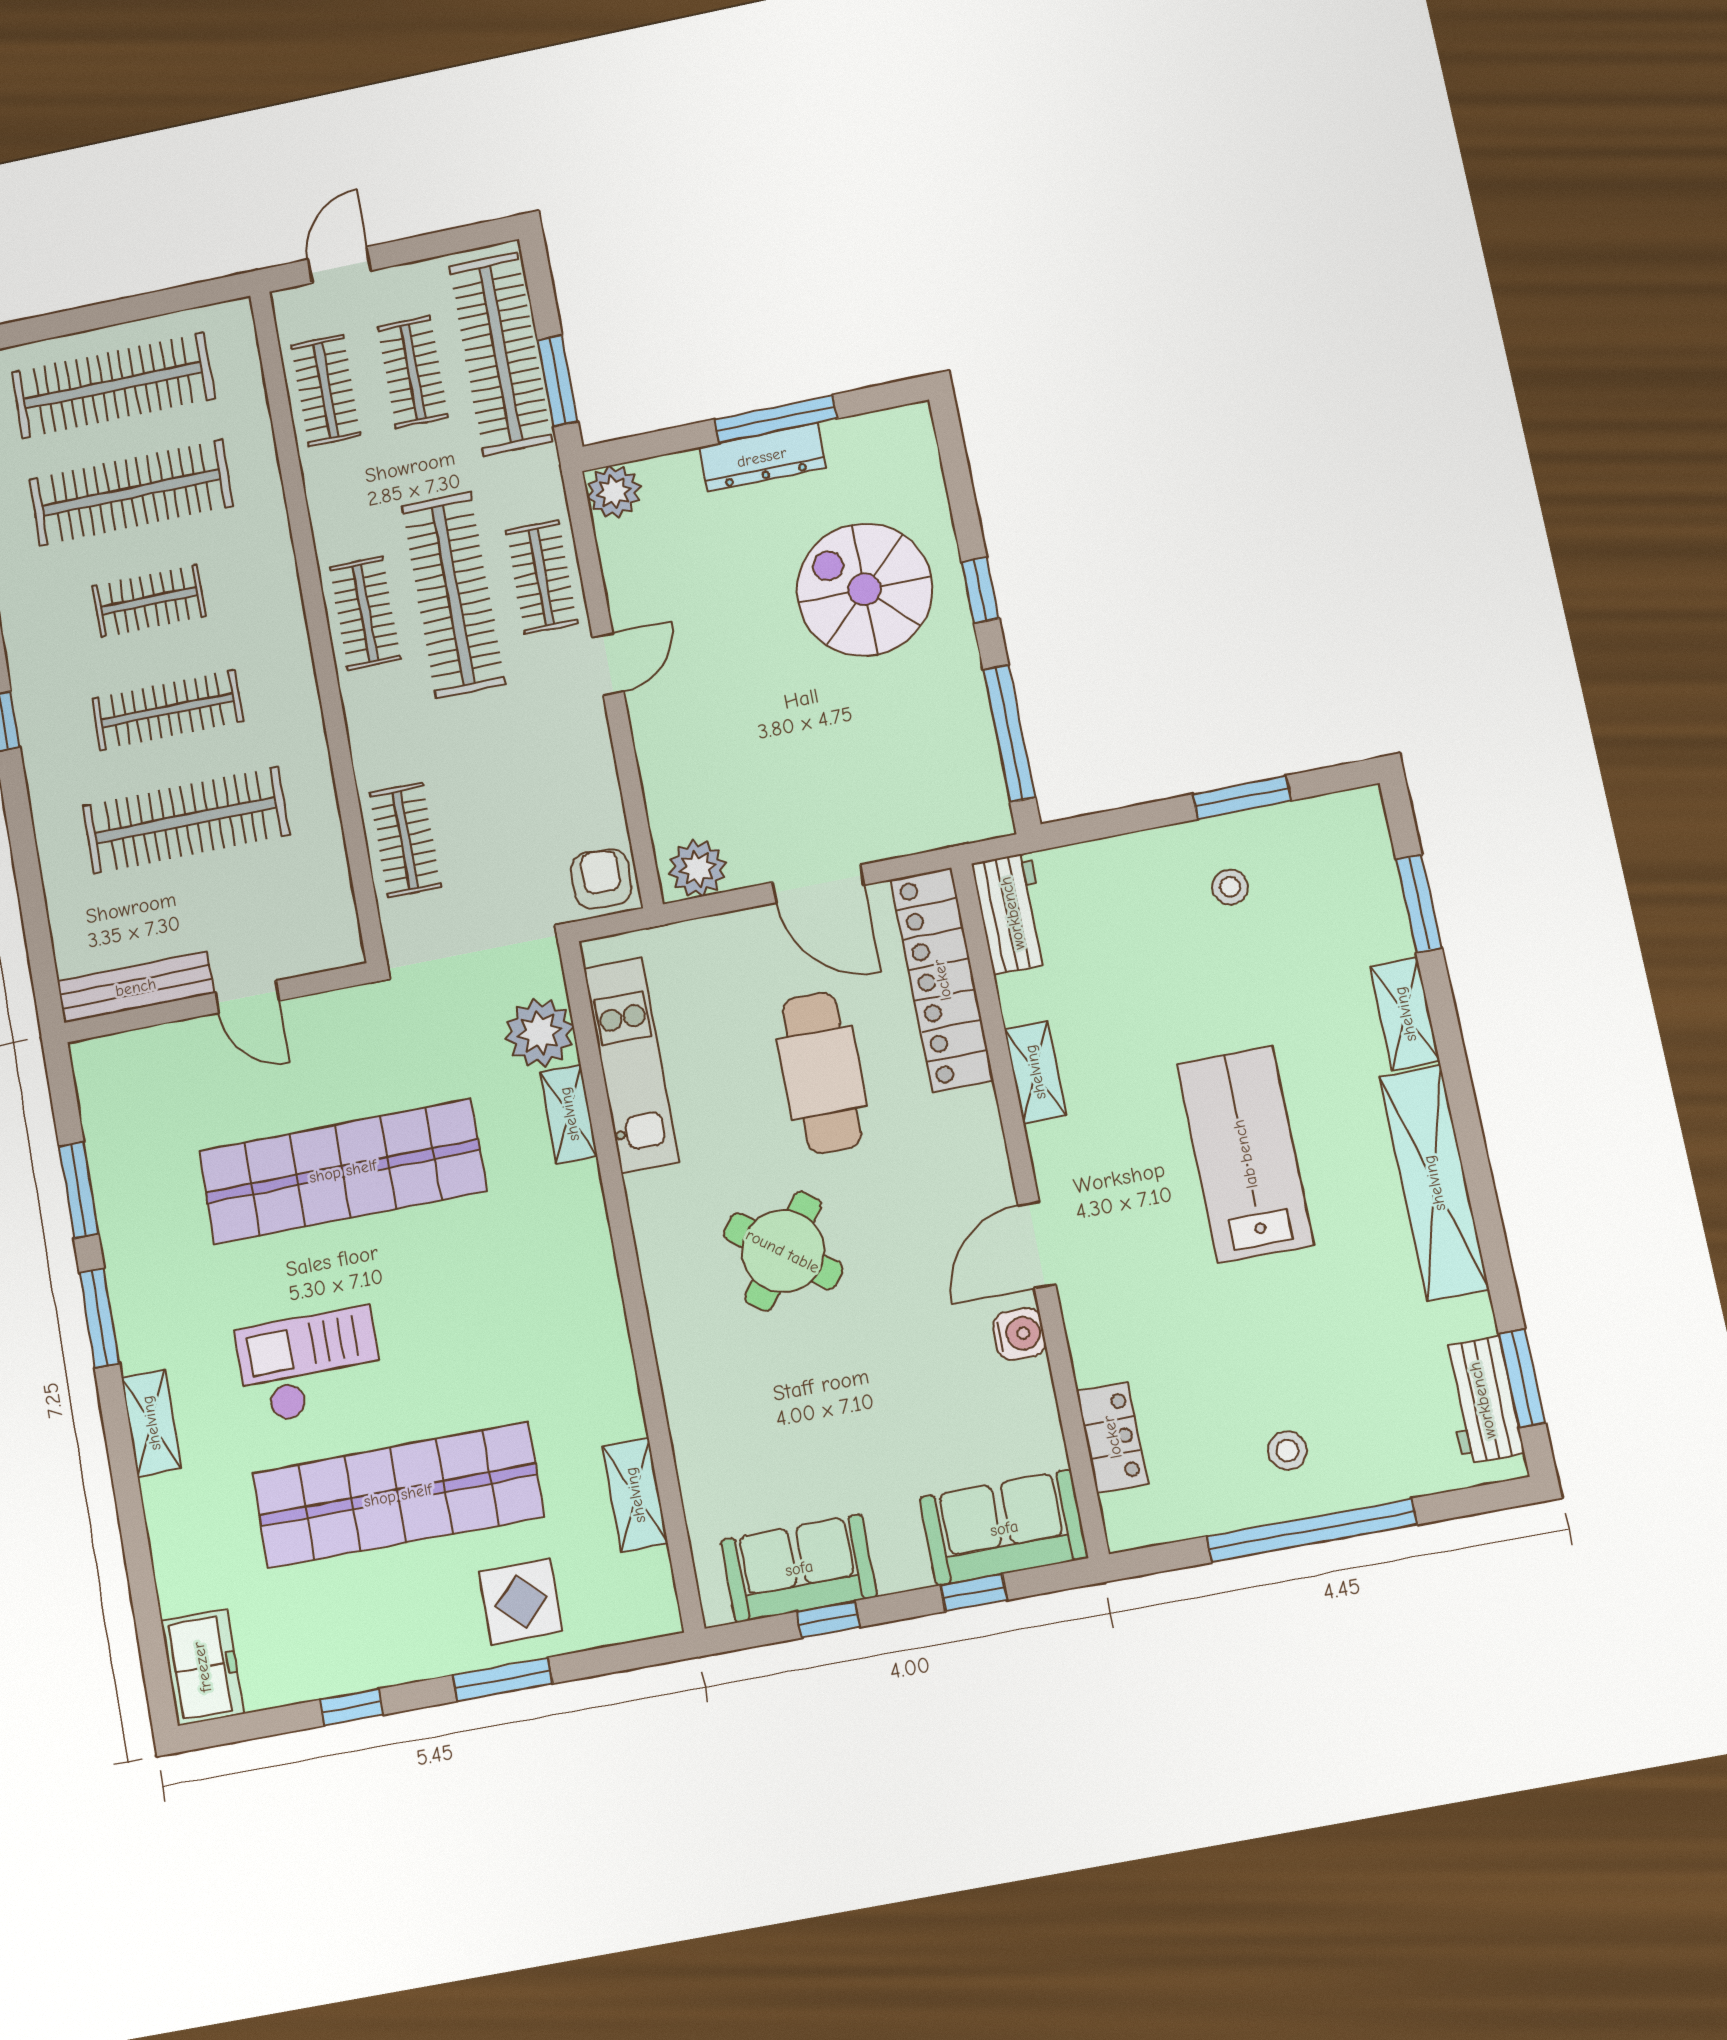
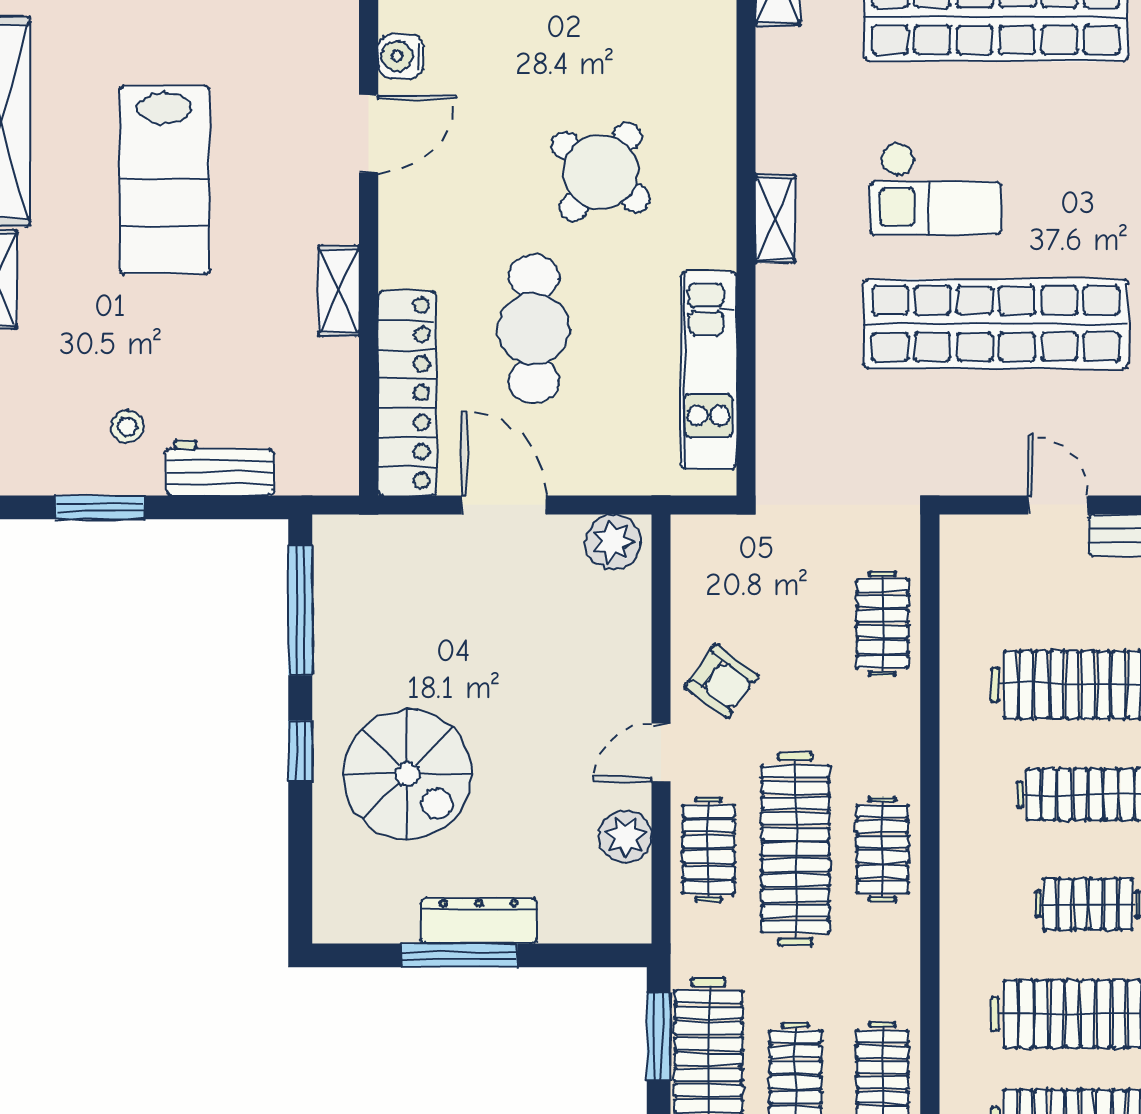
plant: (614, 492) -> (625, 837), moved
armchair: (601, 879) -> (721, 681), moved, turned -56
workbench: (1012, 913) -> (220, 468), moved, turned 90
plant: (540, 1033) -> (789, 417), removed
shelving: (569, 1114) -> (775, 219), moved
checkout: (310, 1365) -> (935, 189), moved

